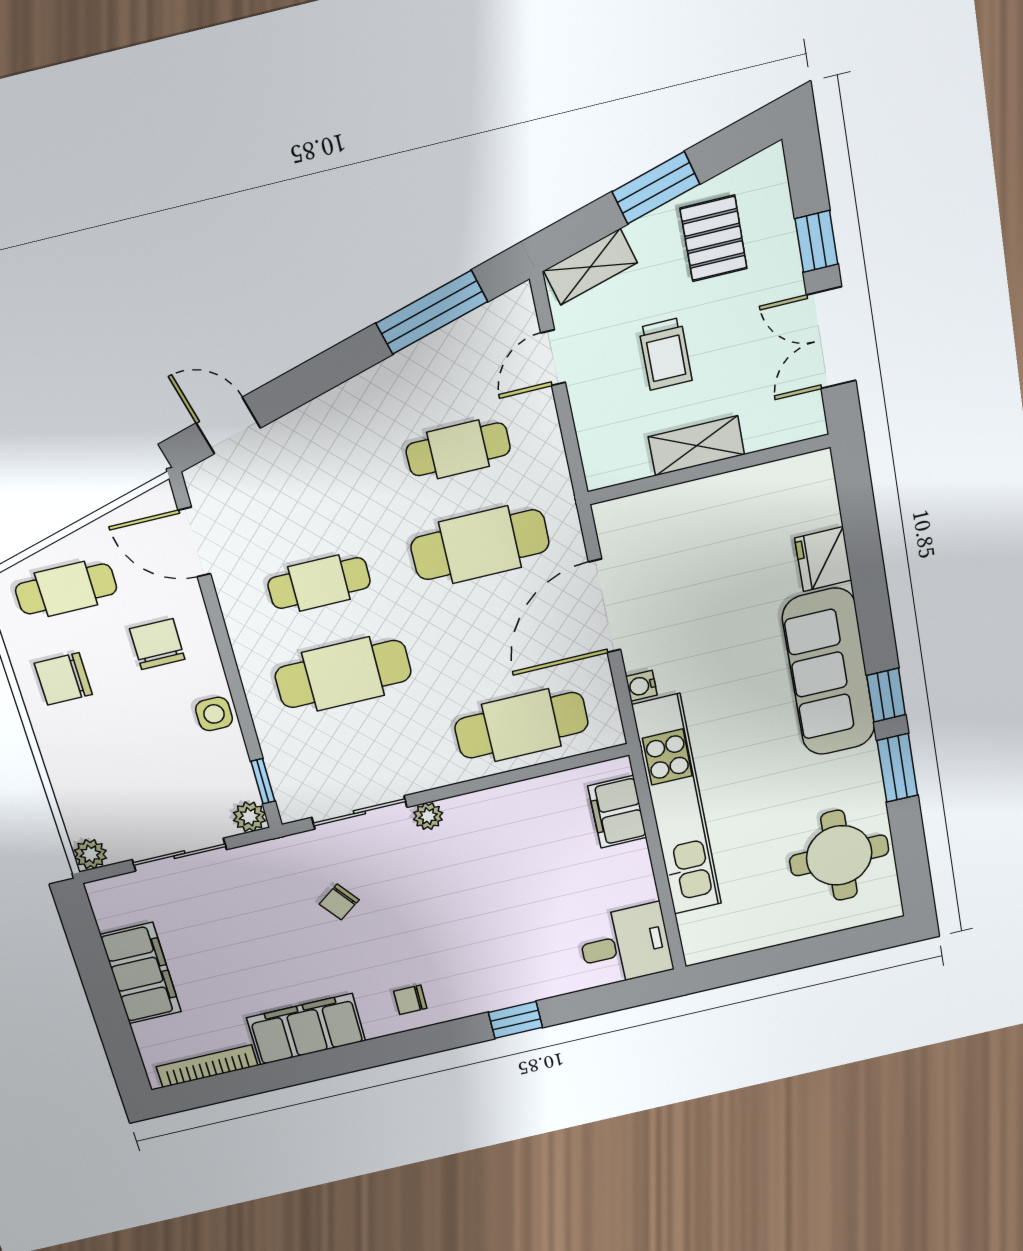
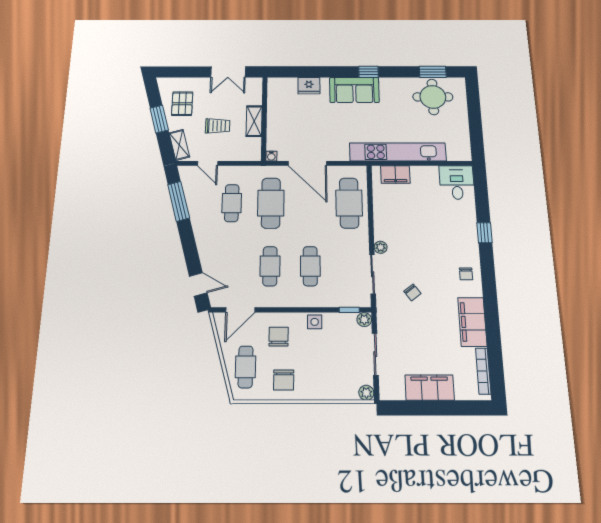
pallet: (714, 238) -> (182, 104), turned 90
window: (816, 241) -> (193, 72), removed
door: (228, 425) -> (198, 284), swing flipped
chair: (157, 644) -> (279, 337), turned 90
sofa: (829, 672) -> (354, 90), width x0.73
cafe table: (343, 674) -> (310, 266), width x0.73, depth x0.74
water cooler: (641, 686) -> (271, 156), moved
window: (897, 768) -> (433, 72), moved

